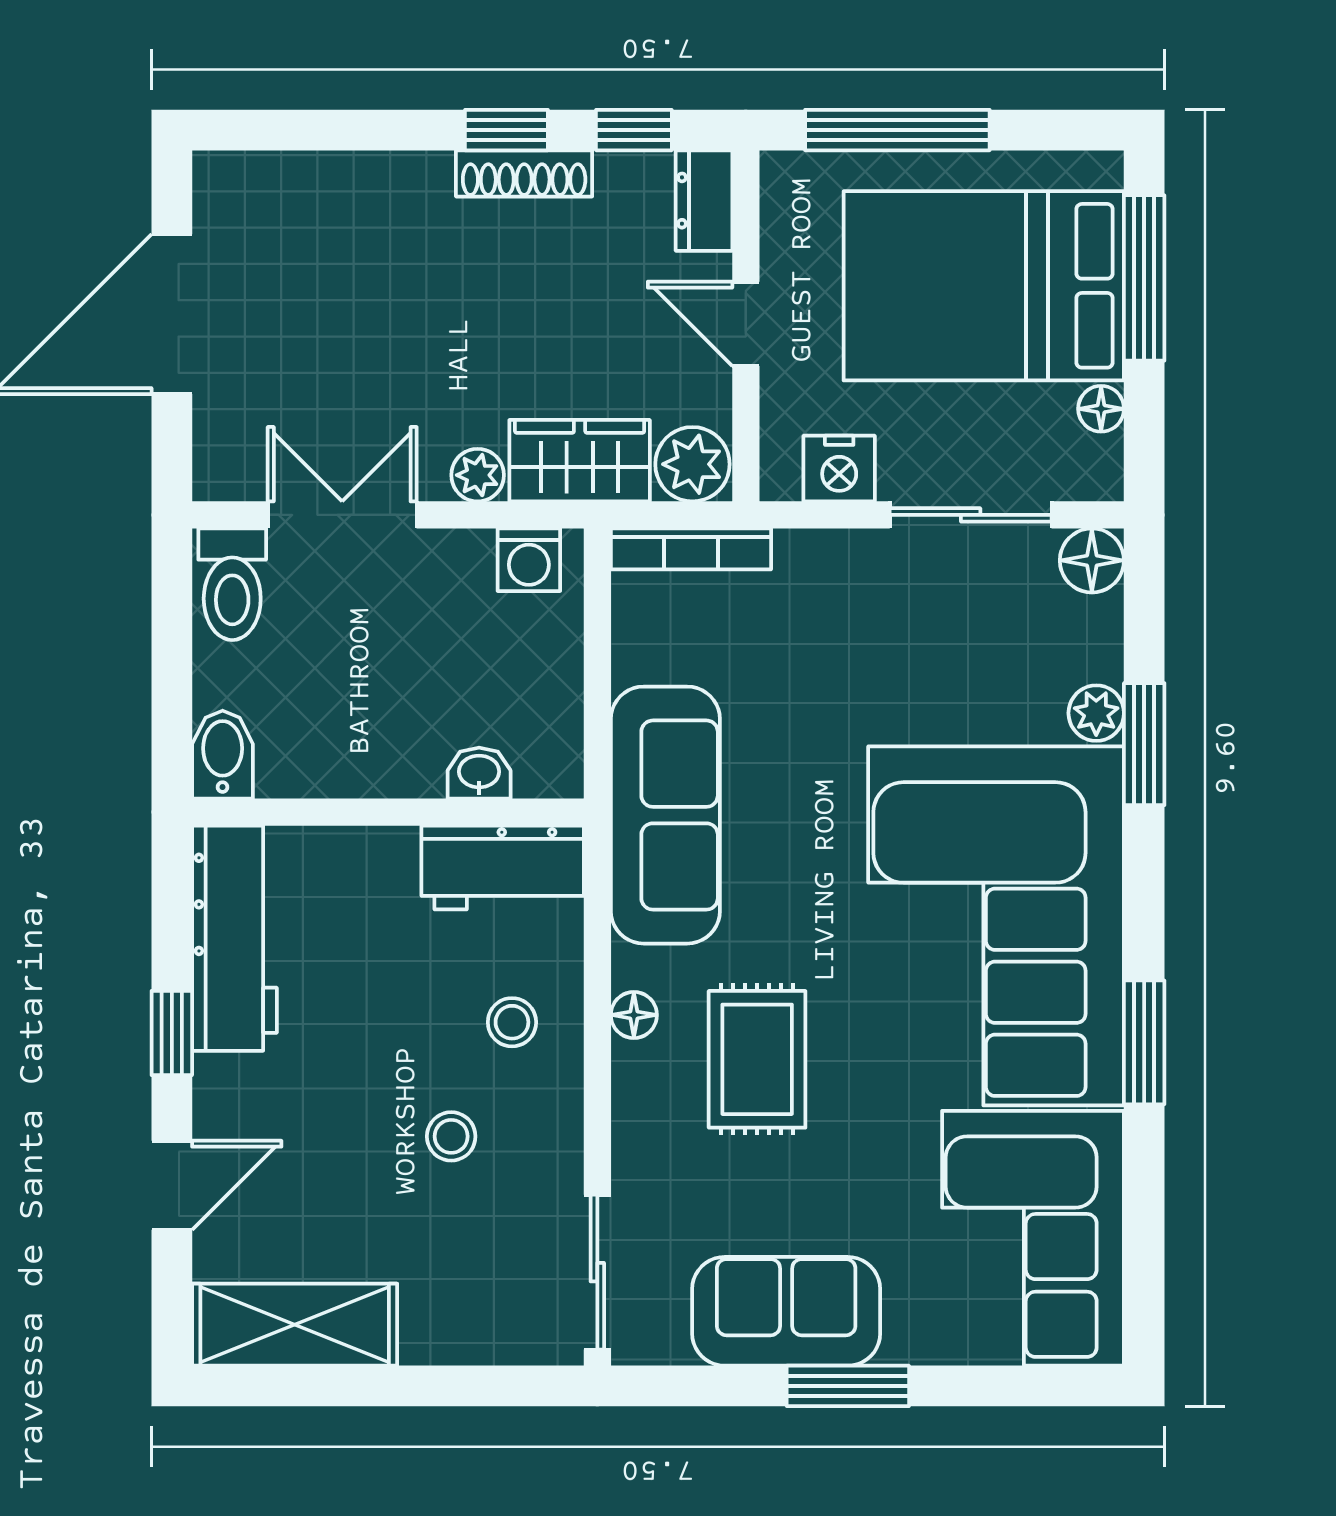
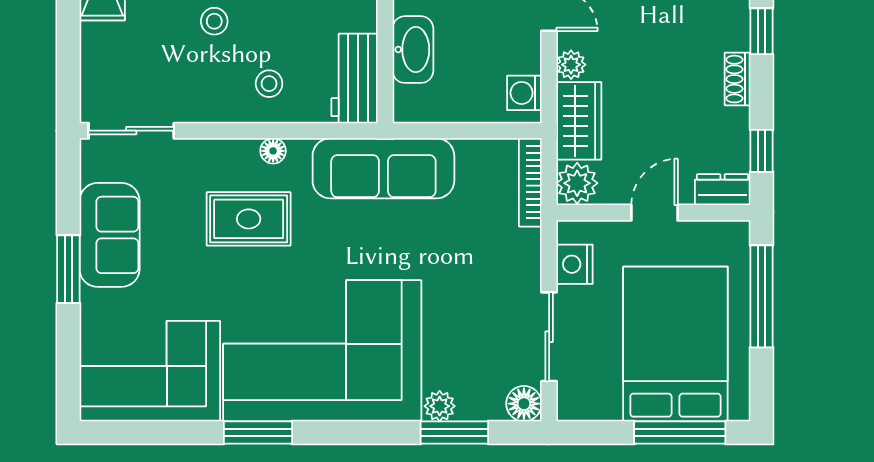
window: (506, 130) -> (761, 31), moved
shoe rack: (524, 173) -> (737, 79), width x0.70
floor lamp: (1101, 409) -> (608, 409), removed
window: (1144, 744) -> (454, 433), moved
washbasin: (479, 773) -> (413, 50), width x1.91, depth x1.45
stool: (451, 1136) -> (214, 21), moved

